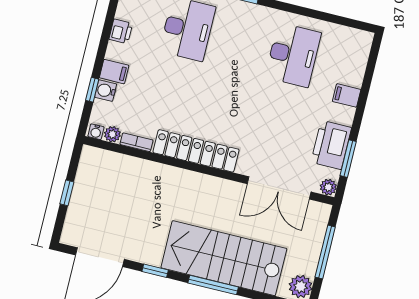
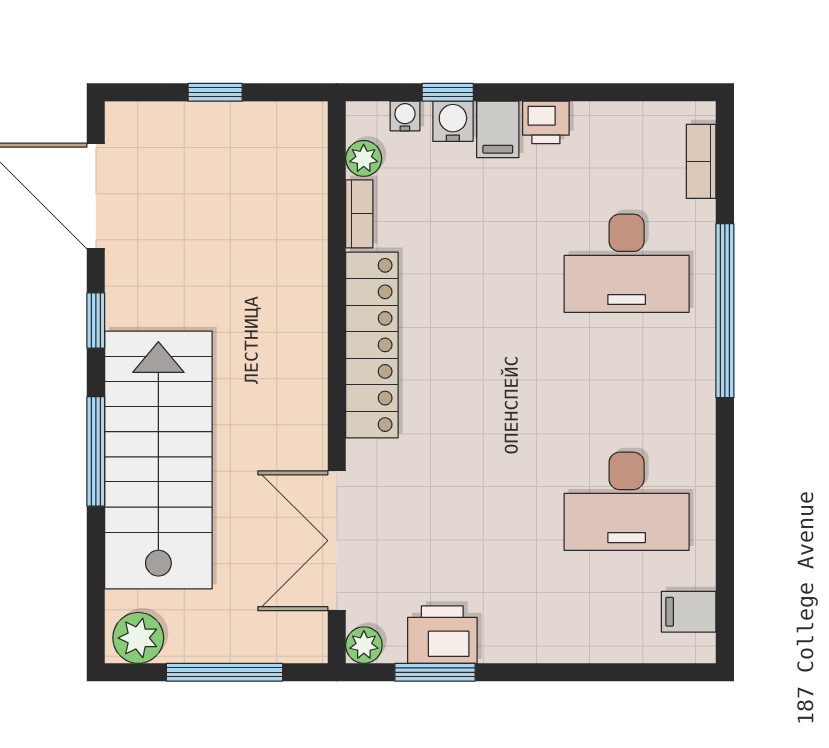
printer: (121, 31) -> (546, 122), moved
filing cabinet: (347, 95) -> (689, 612), moved, turned -90
water cooler: (96, 132) -> (405, 116), moved, turned 90
printer: (331, 145) -> (442, 635), width x0.73, depth x0.84

